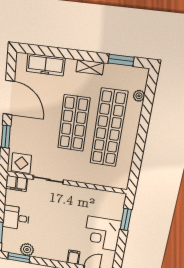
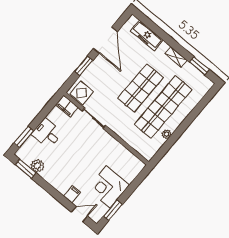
plant: (139, 96) -> (167, 134), moved
window: (126, 220) -> (113, 210), moved

